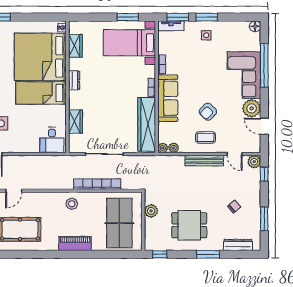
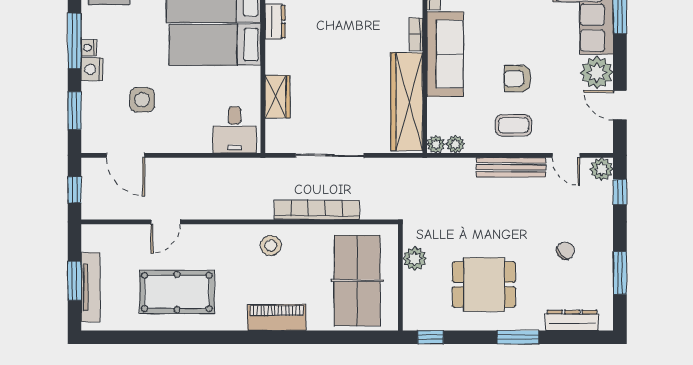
armchair: (208, 112) -> (518, 79), turned 46

